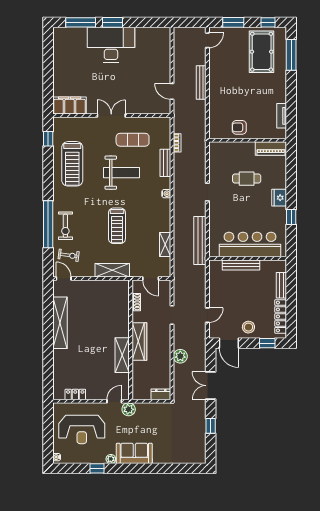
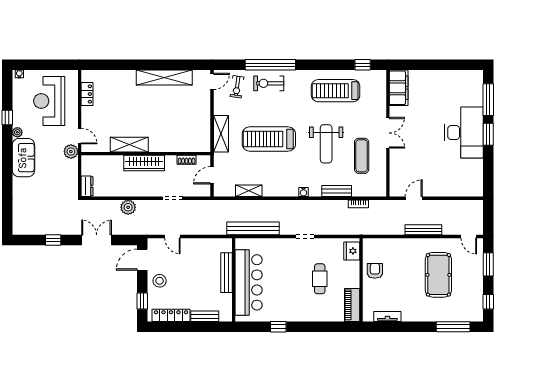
pool table: (262, 52) -> (438, 275), moved, turned 90
fridge: (279, 198) -> (352, 251), moved, turned -90
treadmill: (117, 226) -> (269, 139), width x1.37, depth x1.38

